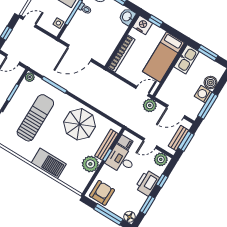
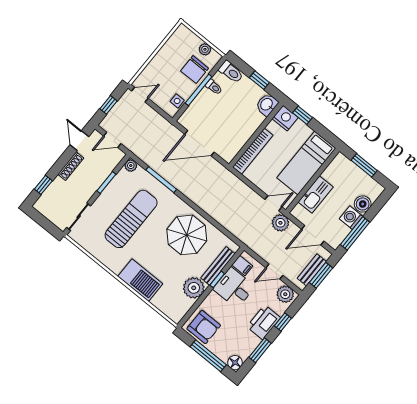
kitchen sink: (186, 59) -> (316, 194), moved
armchair: (102, 193) -> (204, 327), turned 90

